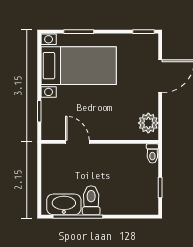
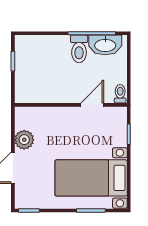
plant: (148, 123) -> (24, 140), moved
door: (77, 142) -> (92, 105), swing flipped
toilet: (152, 153) -> (120, 94), moved

